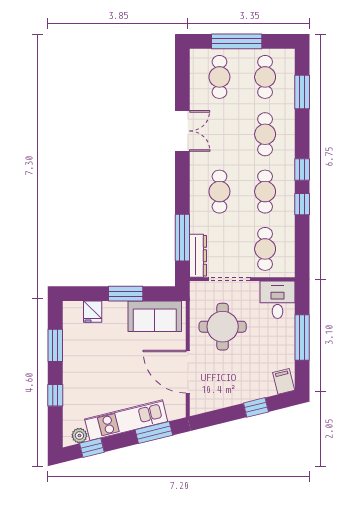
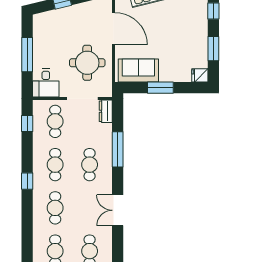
window: (302, 92) -> (27, 240), removed
window: (302, 204) -> (27, 124), moved
window: (182, 238) -> (118, 149), moved
dresser: (198, 256) -> (106, 111), width x0.70
fridge: (93, 312) -> (200, 75), moved, turned -90
filing cabinet: (284, 381) -> (41, 21), removed

